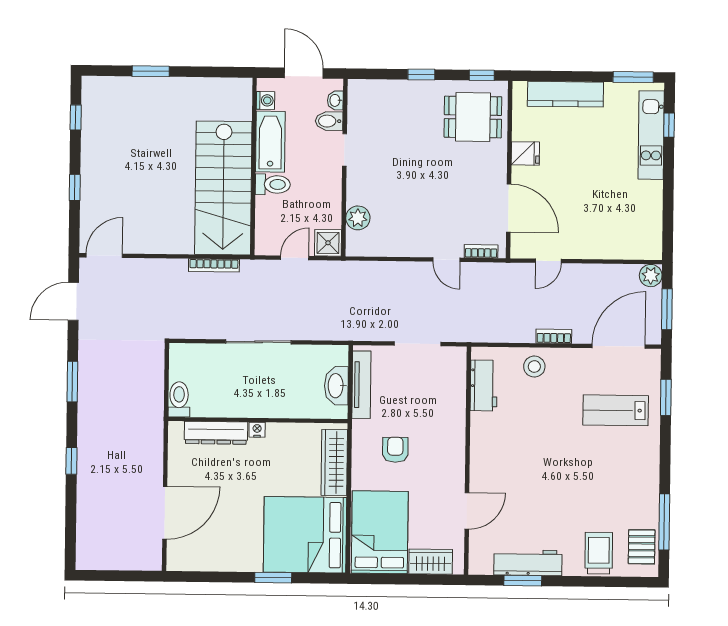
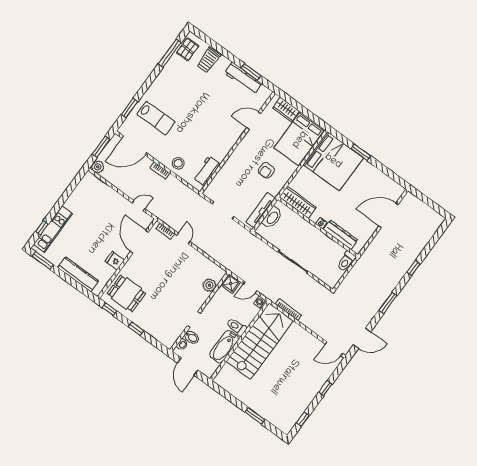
washing machine: (265, 100) -> (260, 302), moved
wardrobe: (334, 463) -> (298, 202), moved, turned -90

